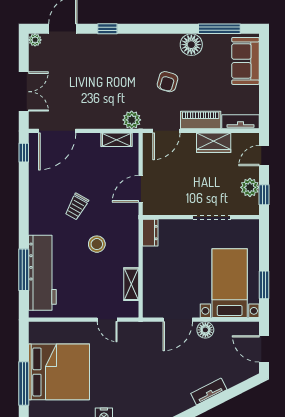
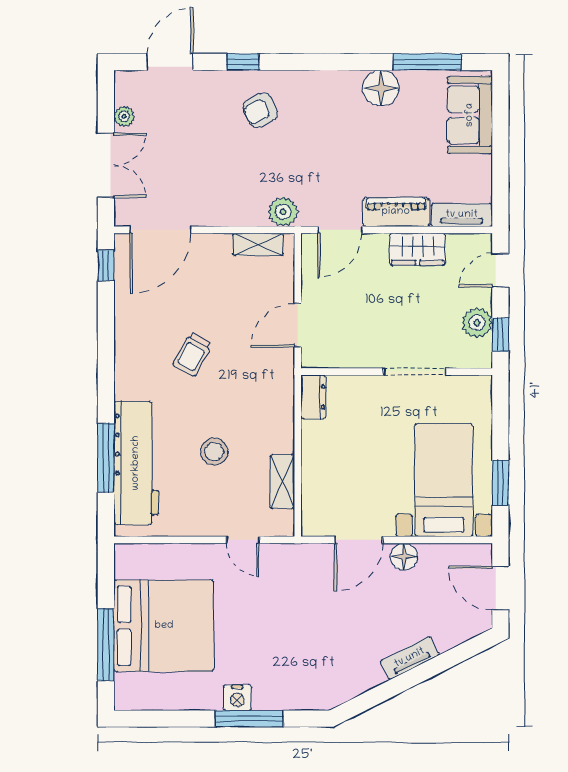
plant: (35, 40) -> (124, 116), moved
armchair: (167, 82) -> (260, 110), moved, turned 48
stool: (97, 244) -> (214, 452), moved

